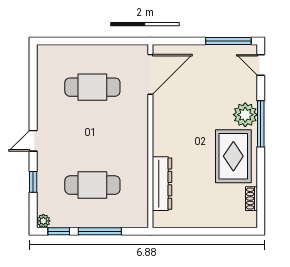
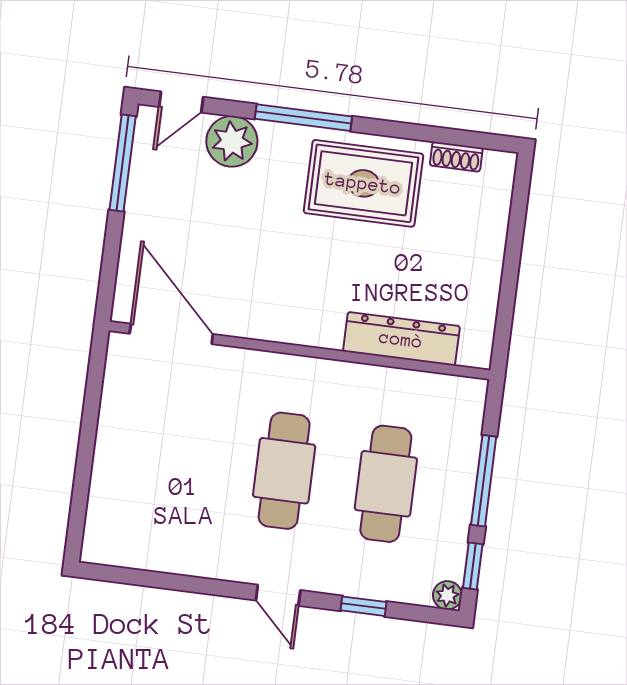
cafe table: (92, 87) -> (284, 471), moved
plant: (245, 115) -> (232, 141), moved

